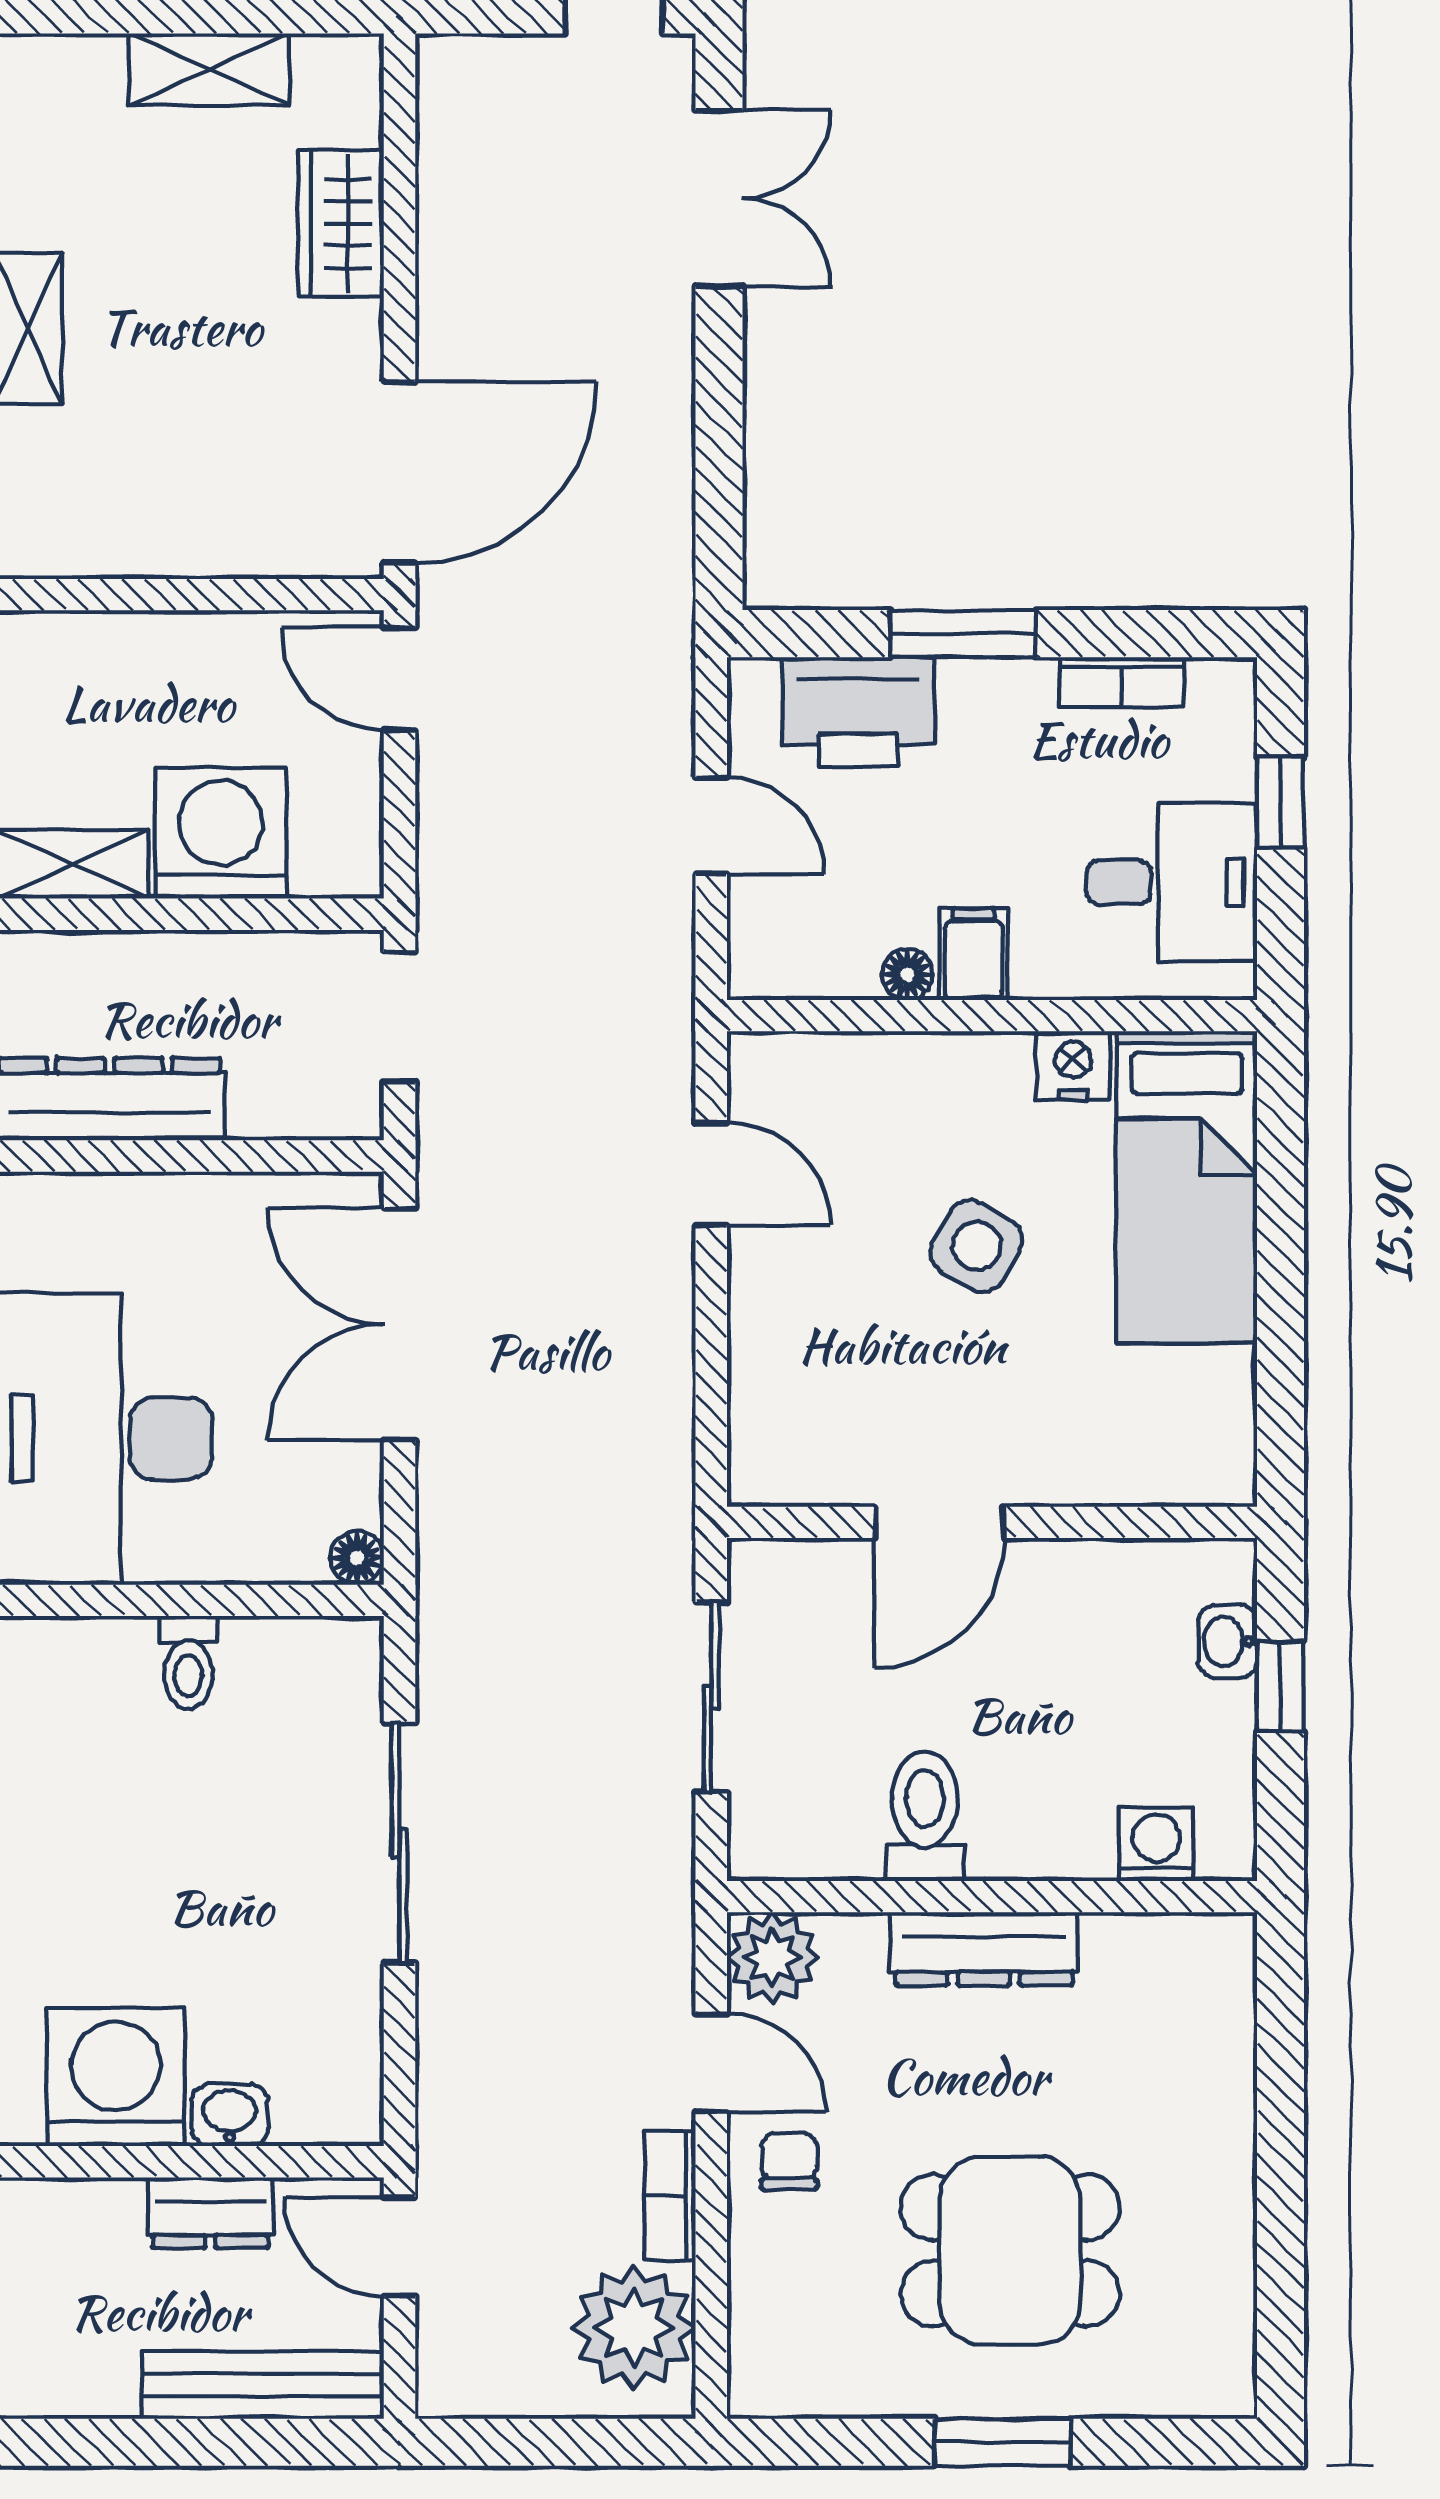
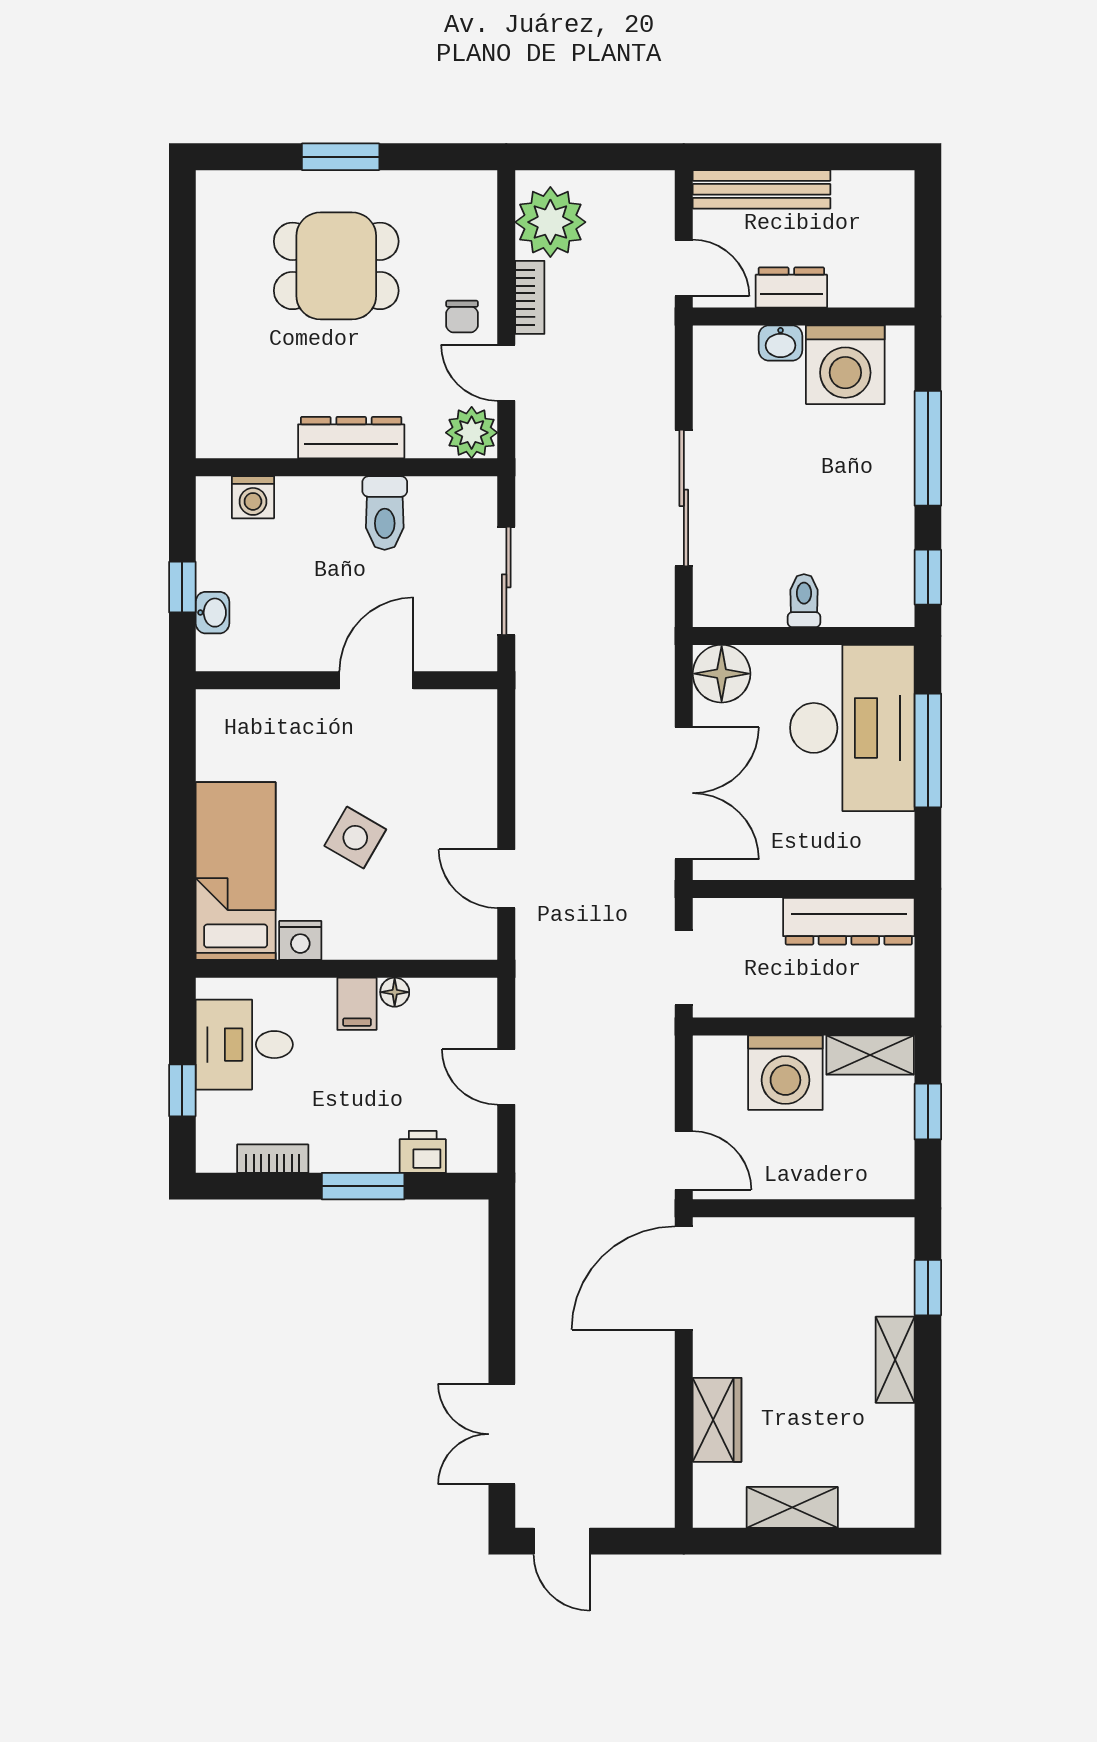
printer: (858, 712) -> (423, 1152), width x0.53, depth x0.68
floor lamp: (357, 1558) -> (722, 674), width x1.89, depth x1.89

